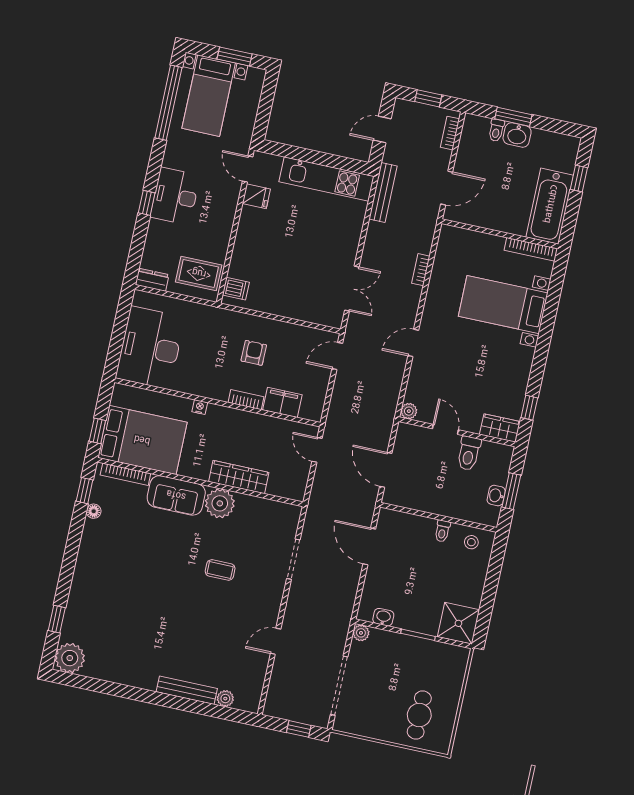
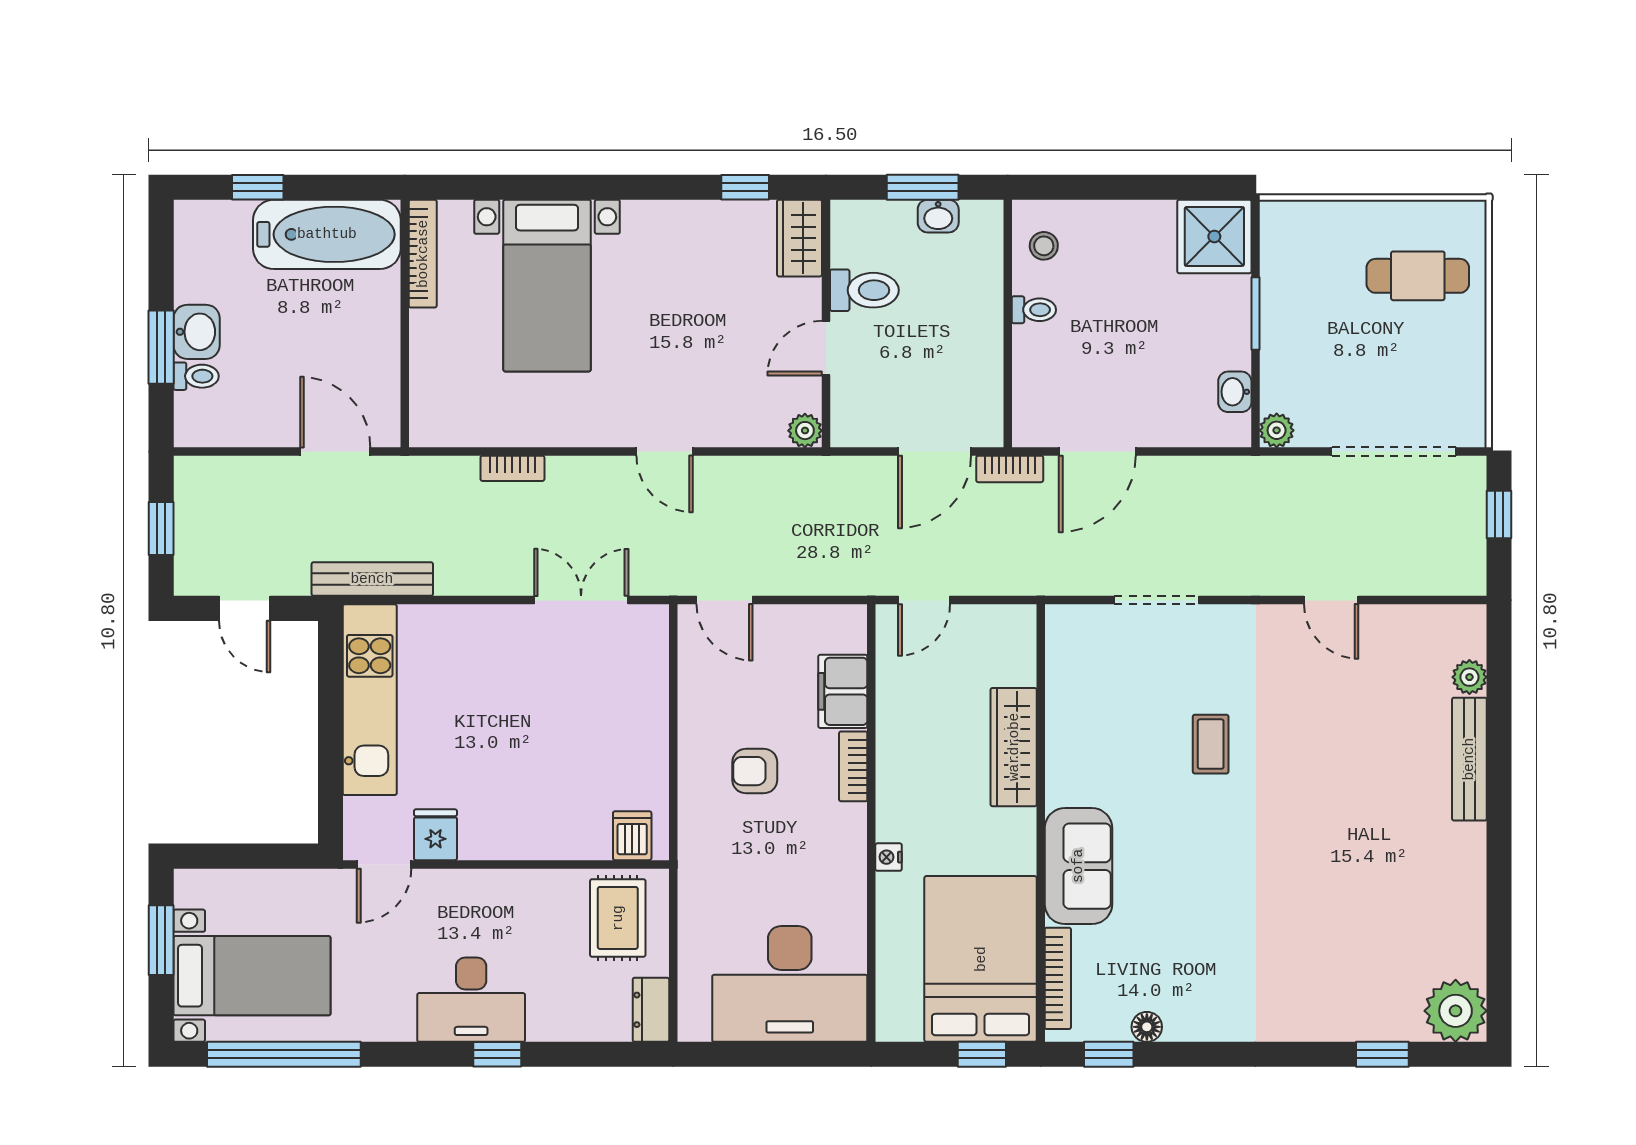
bookcase: (450, 133) -> (1010, 469), moved
plant: (220, 503) -> (1075, 774), removed

